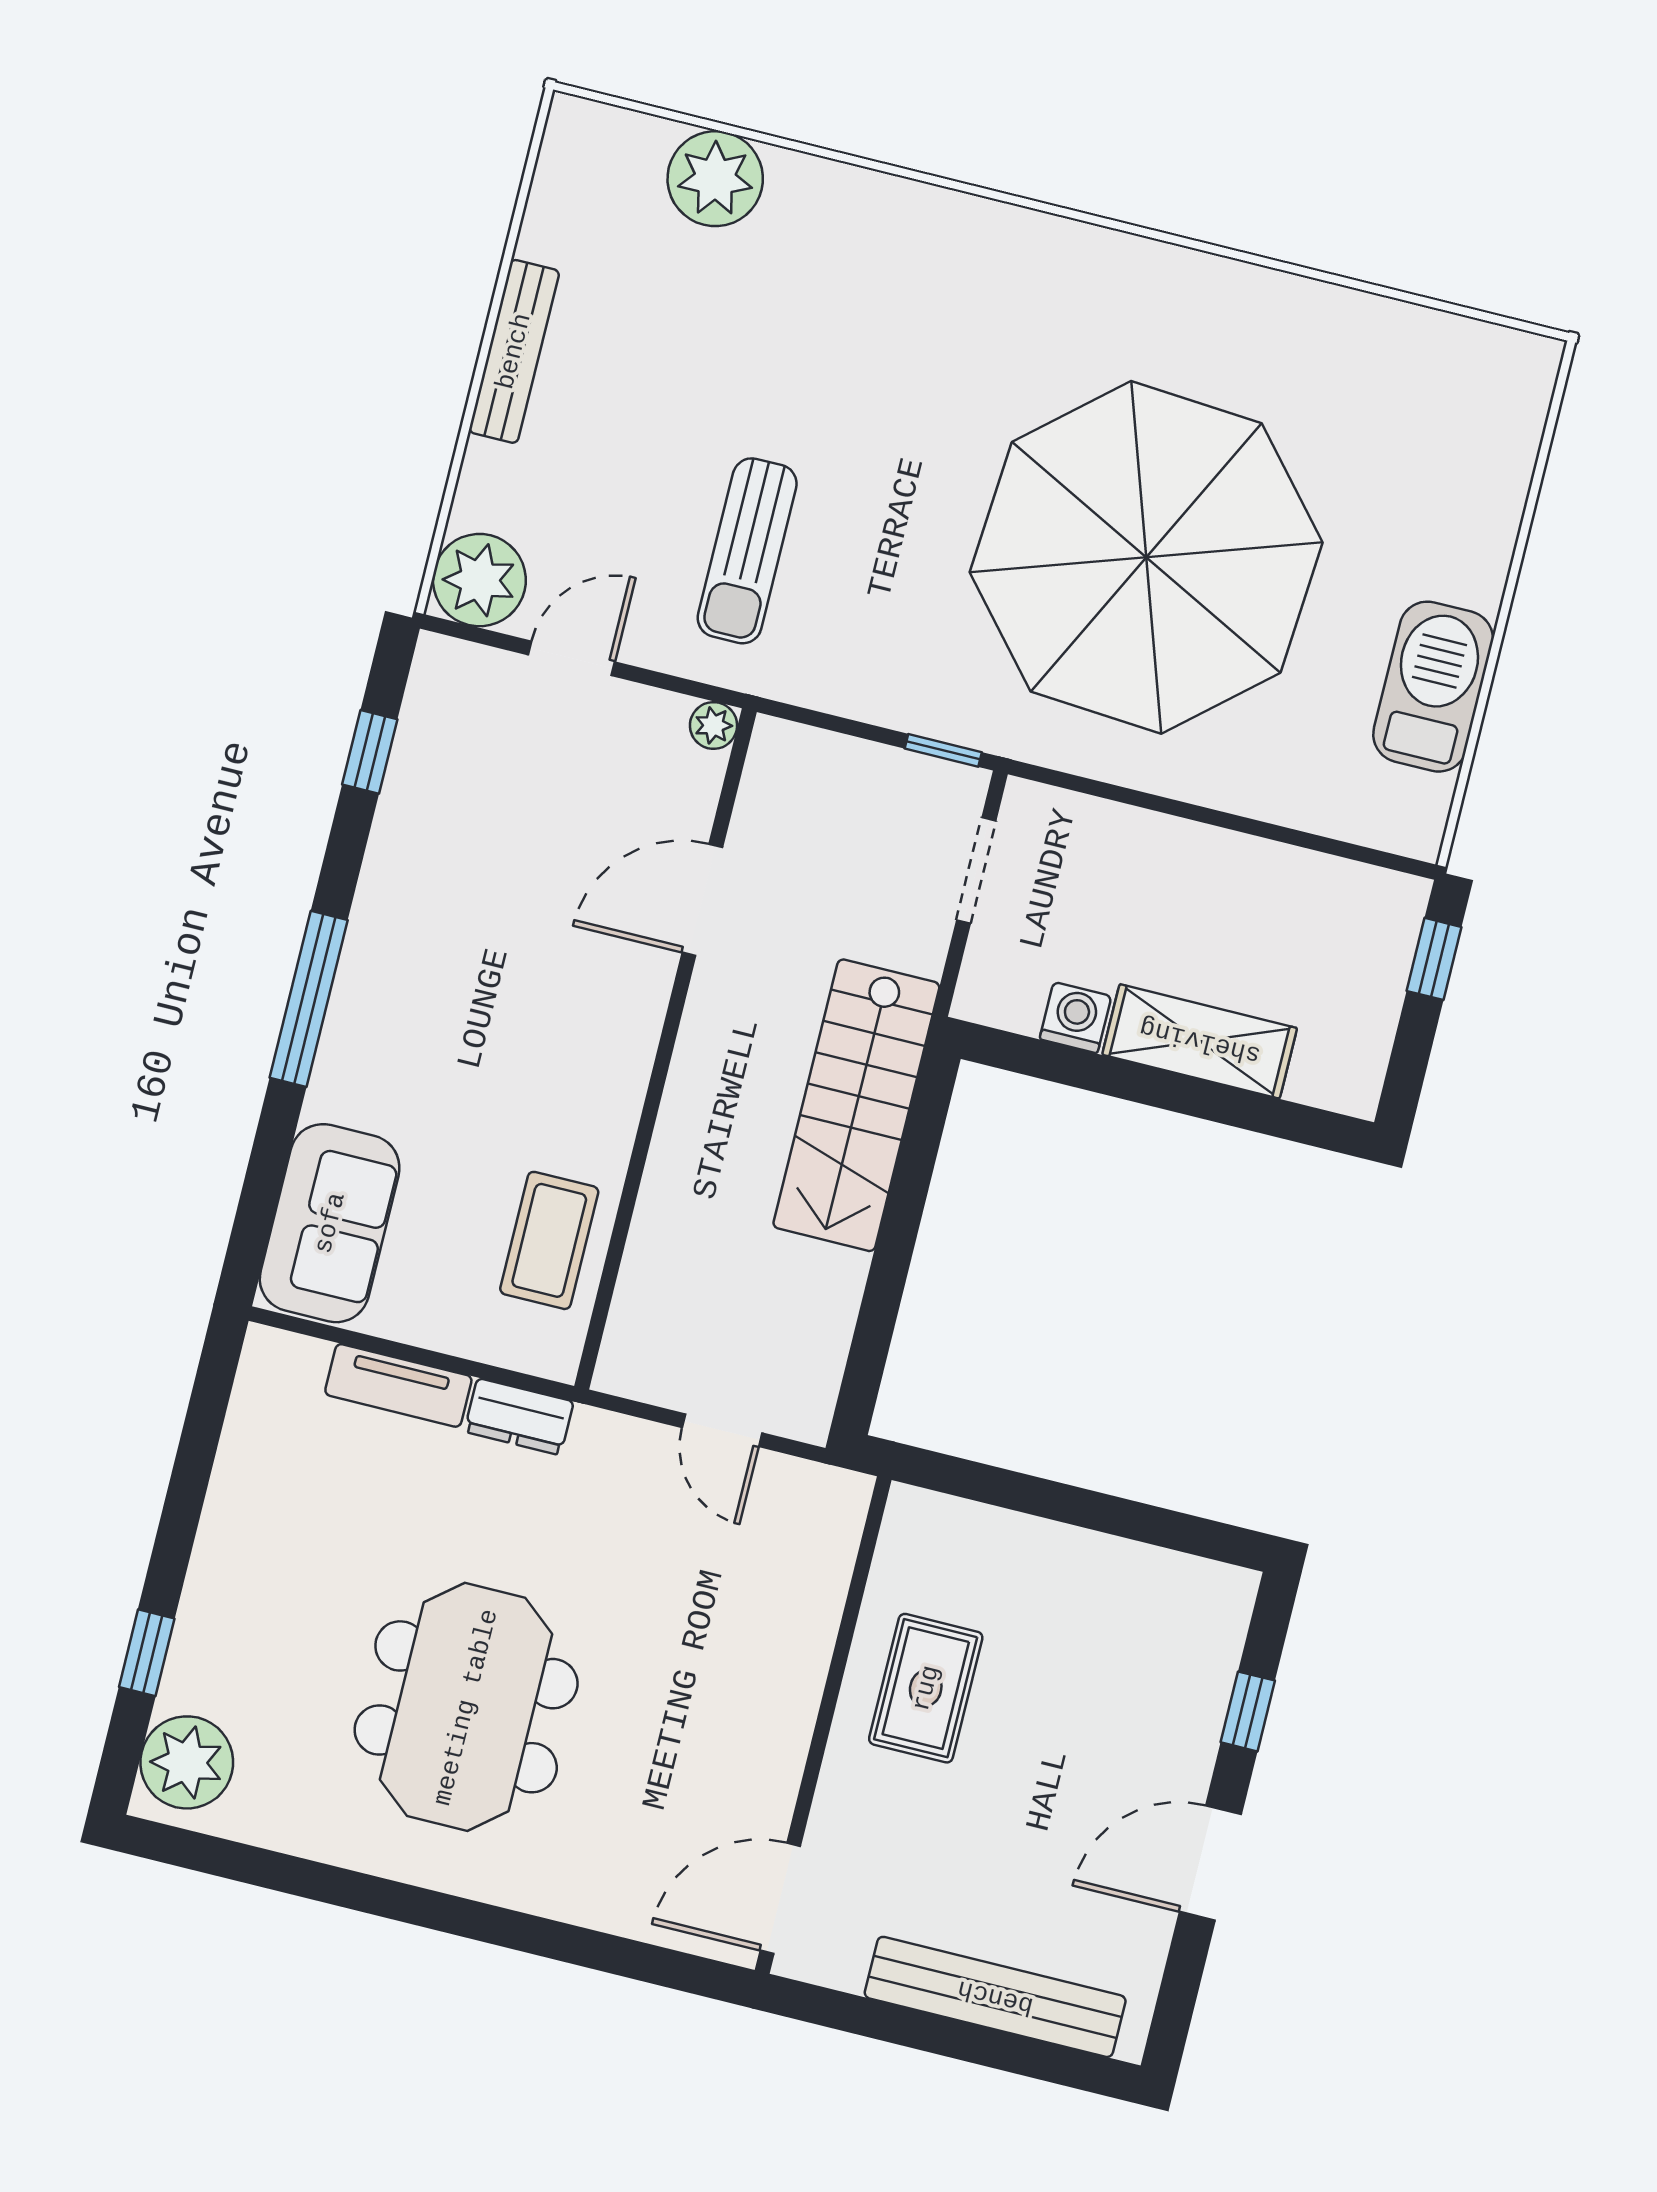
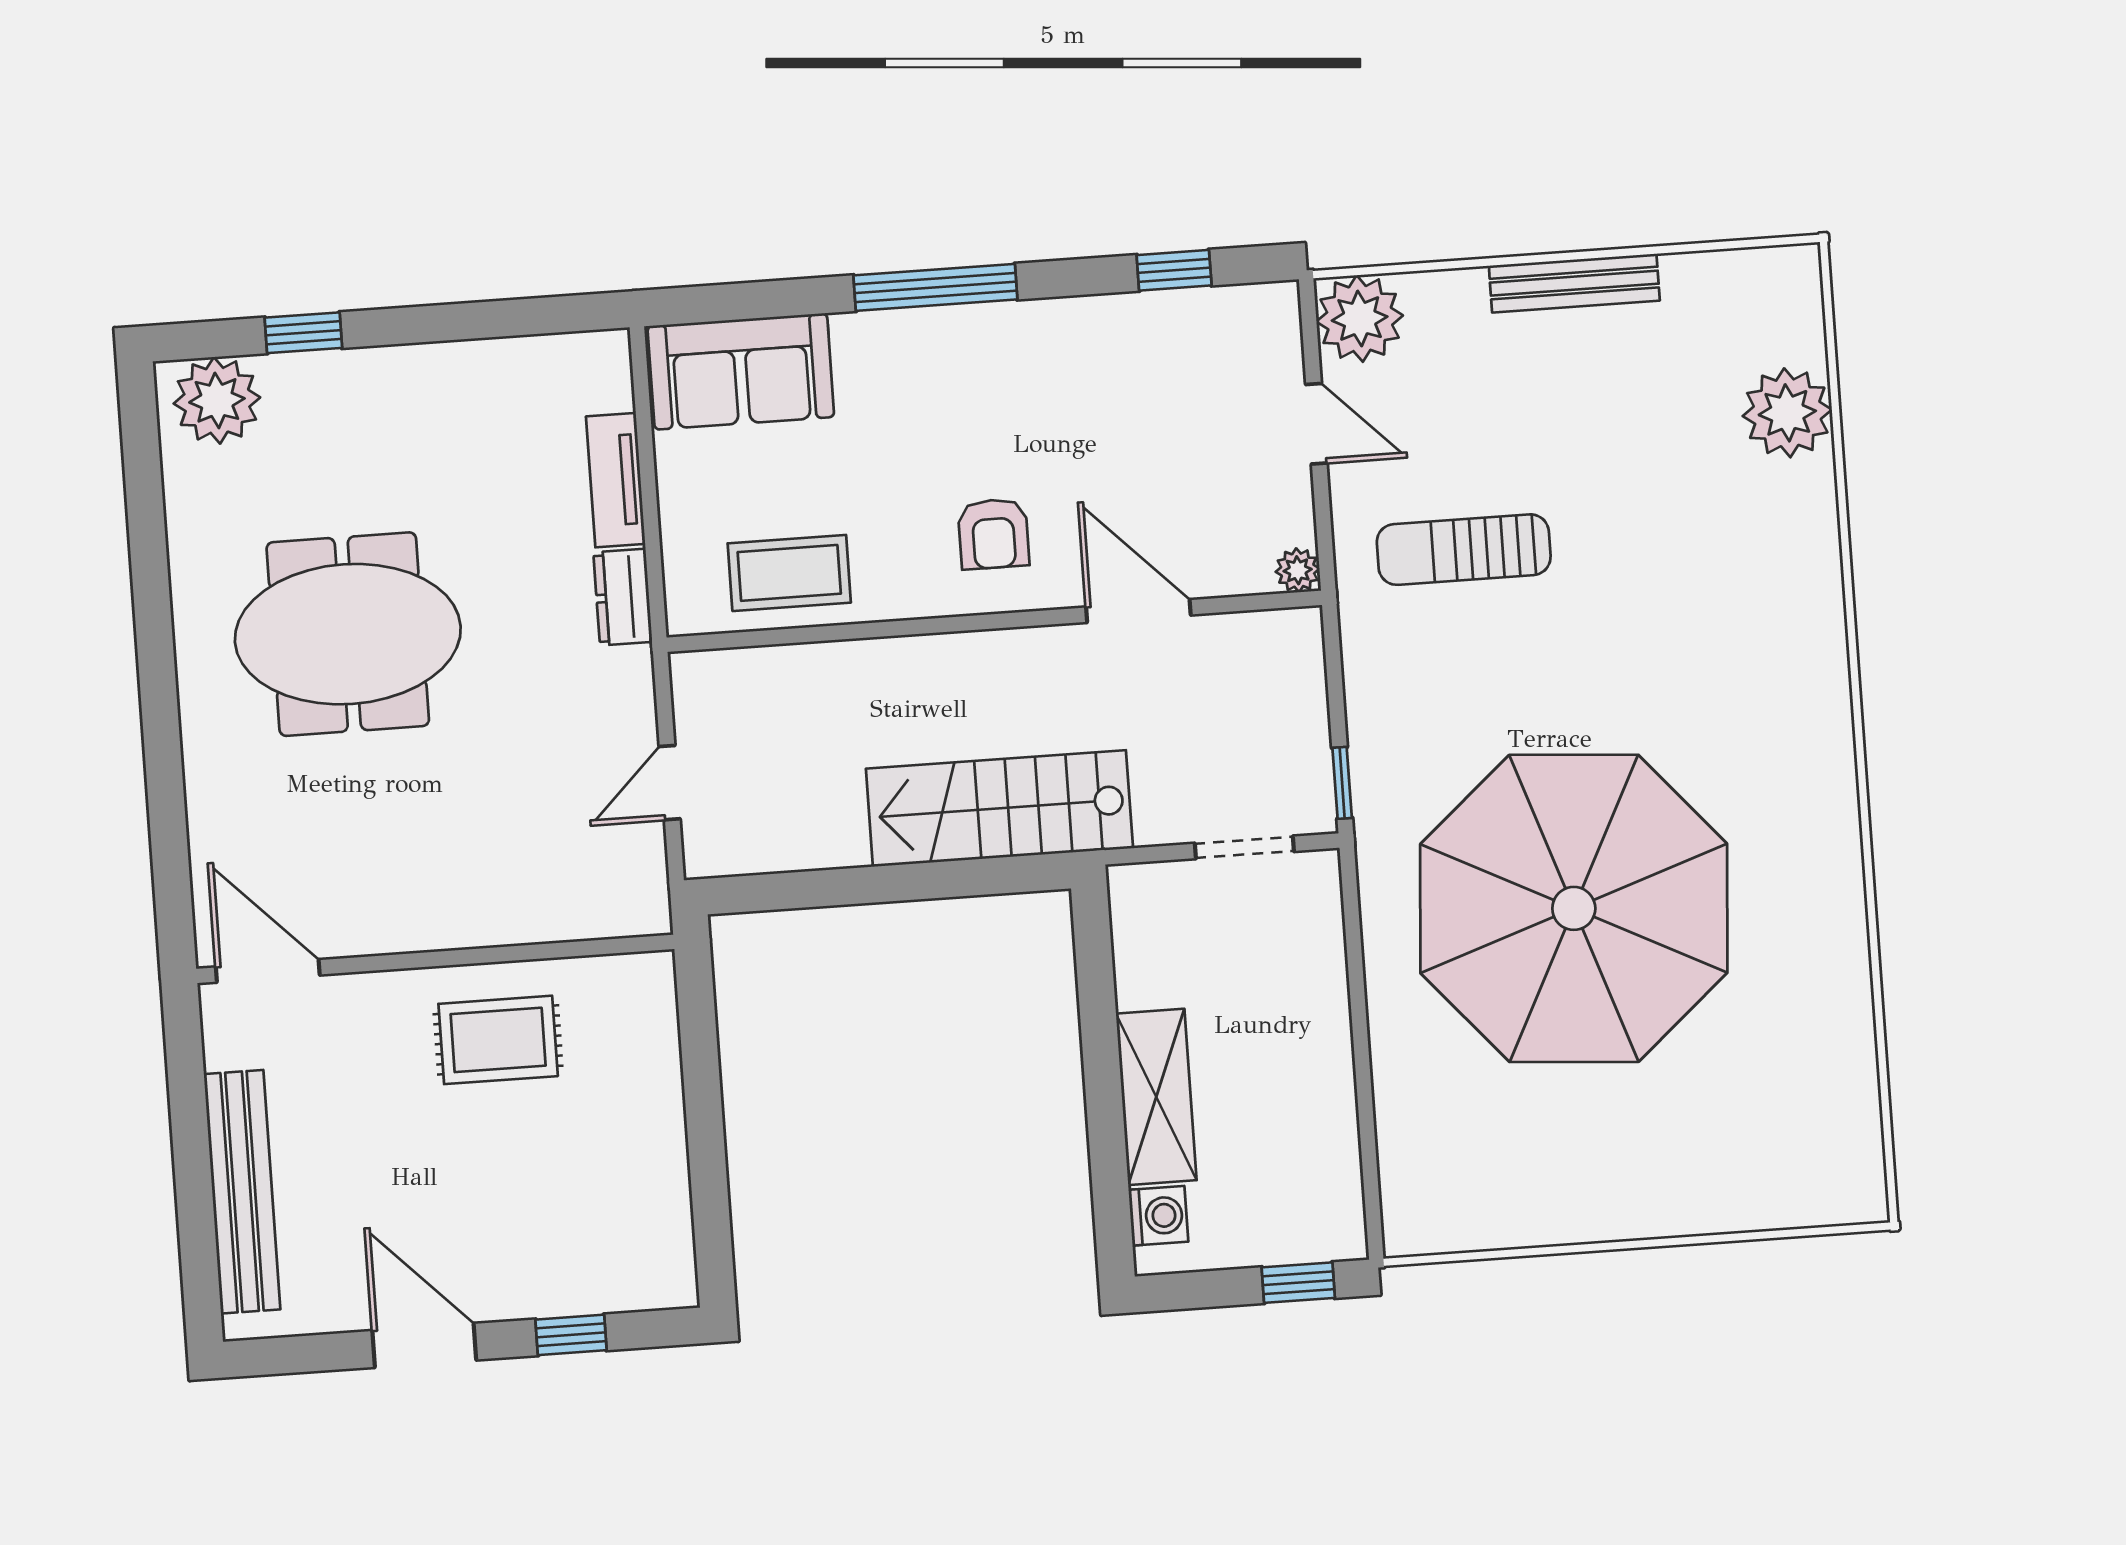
barbecue: (1433, 687) -> (1542, 1203), removed
washing machine: (1075, 1018) -> (1158, 1216), moved
armchair: (577, 1021) -> (993, 534), added

